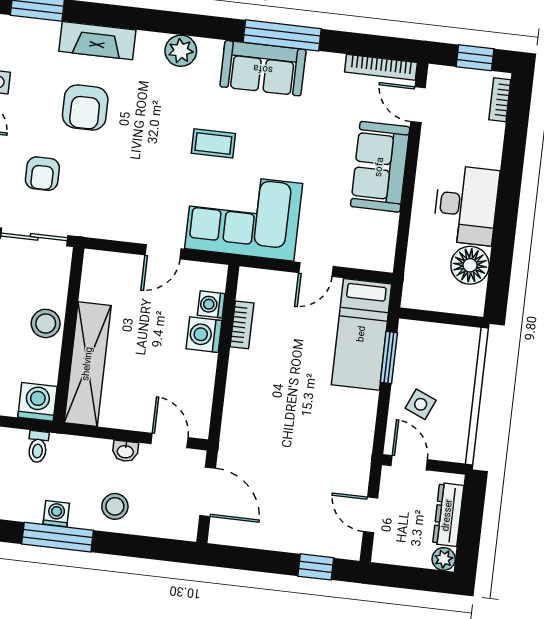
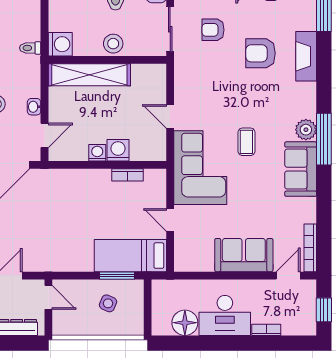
window: (282, 35) -> (324, 139), moved
plant: (181, 51) -> (306, 130), moved
bookcase: (500, 100) -> (266, 330), moved
washing machine: (211, 304) -> (97, 153), moved
side table: (421, 404) -> (108, 303), moved
door: (409, 463) -> (48, 297), hinge flipped

